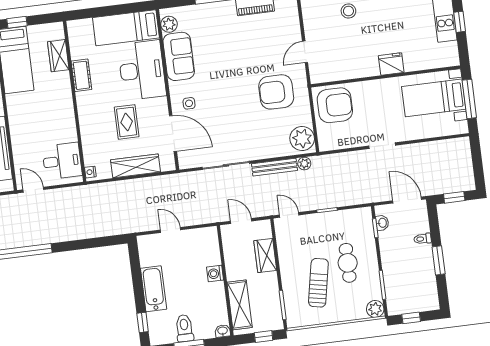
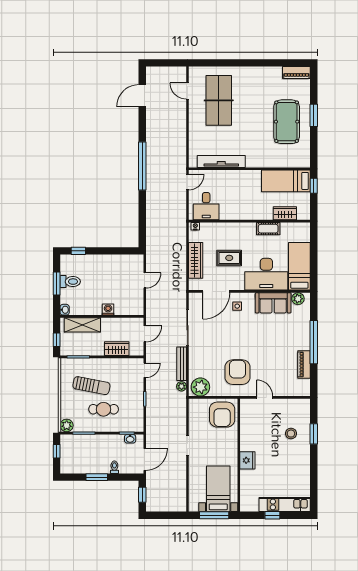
bathtub: (154, 289) -> (102, 262), removed

